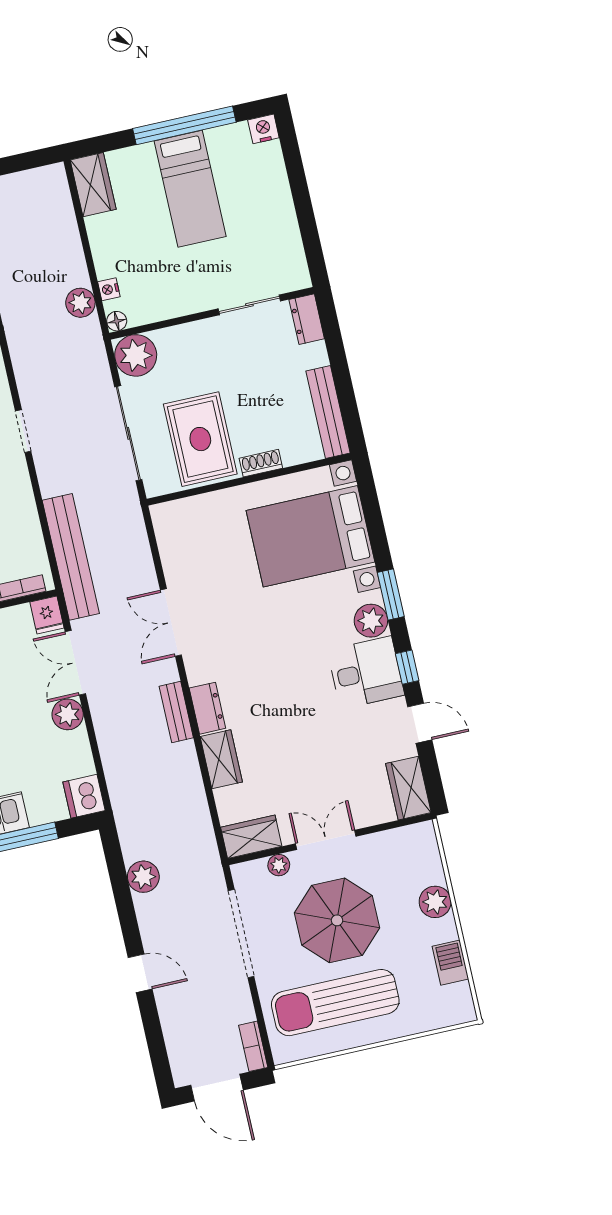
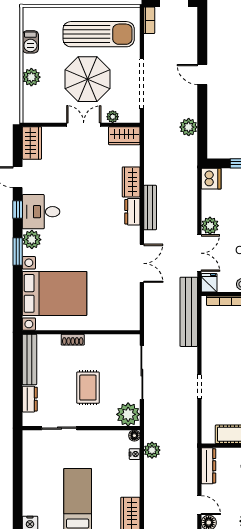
dresser: (307, 319) -> (30, 399), moved
rug: (200, 439) -> (88, 388), moved, width x0.73, depth x0.70
bench: (176, 712) -> (150, 208), width x1.36
double door: (326, 840) -> (84, 125), swing flipped

